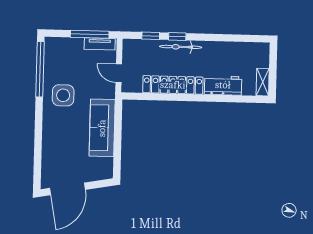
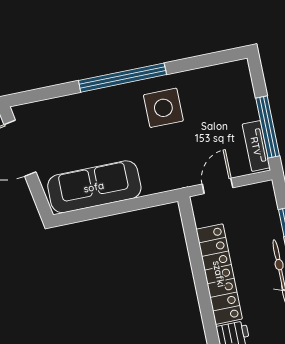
window: (40, 69) -> (122, 78), moved
sofa: (102, 128) -> (94, 187), moved

